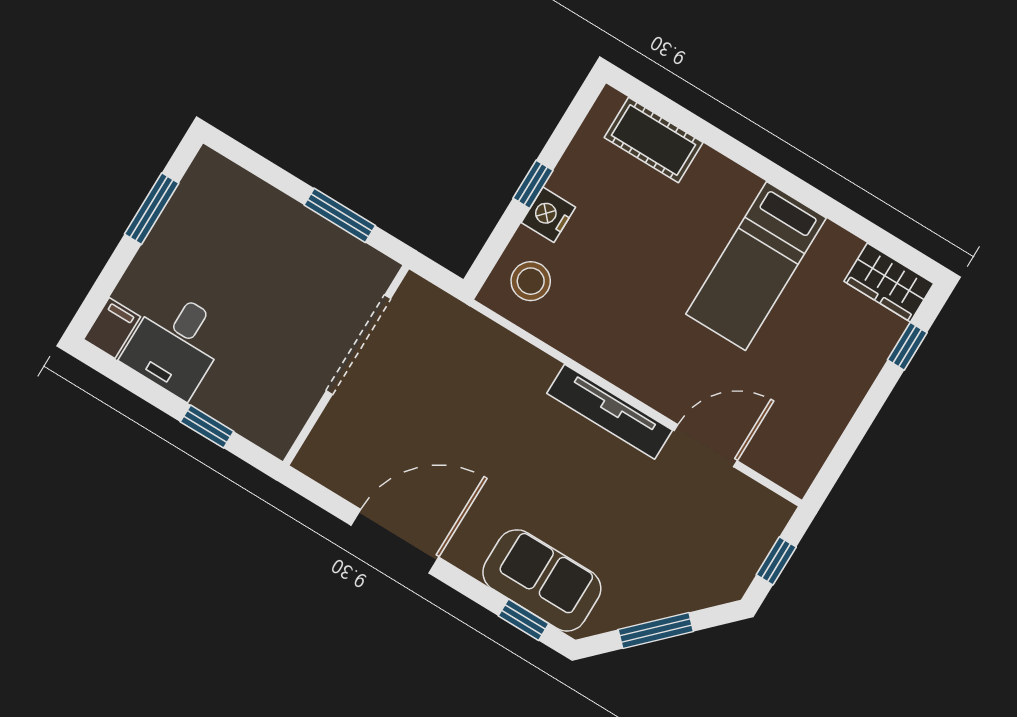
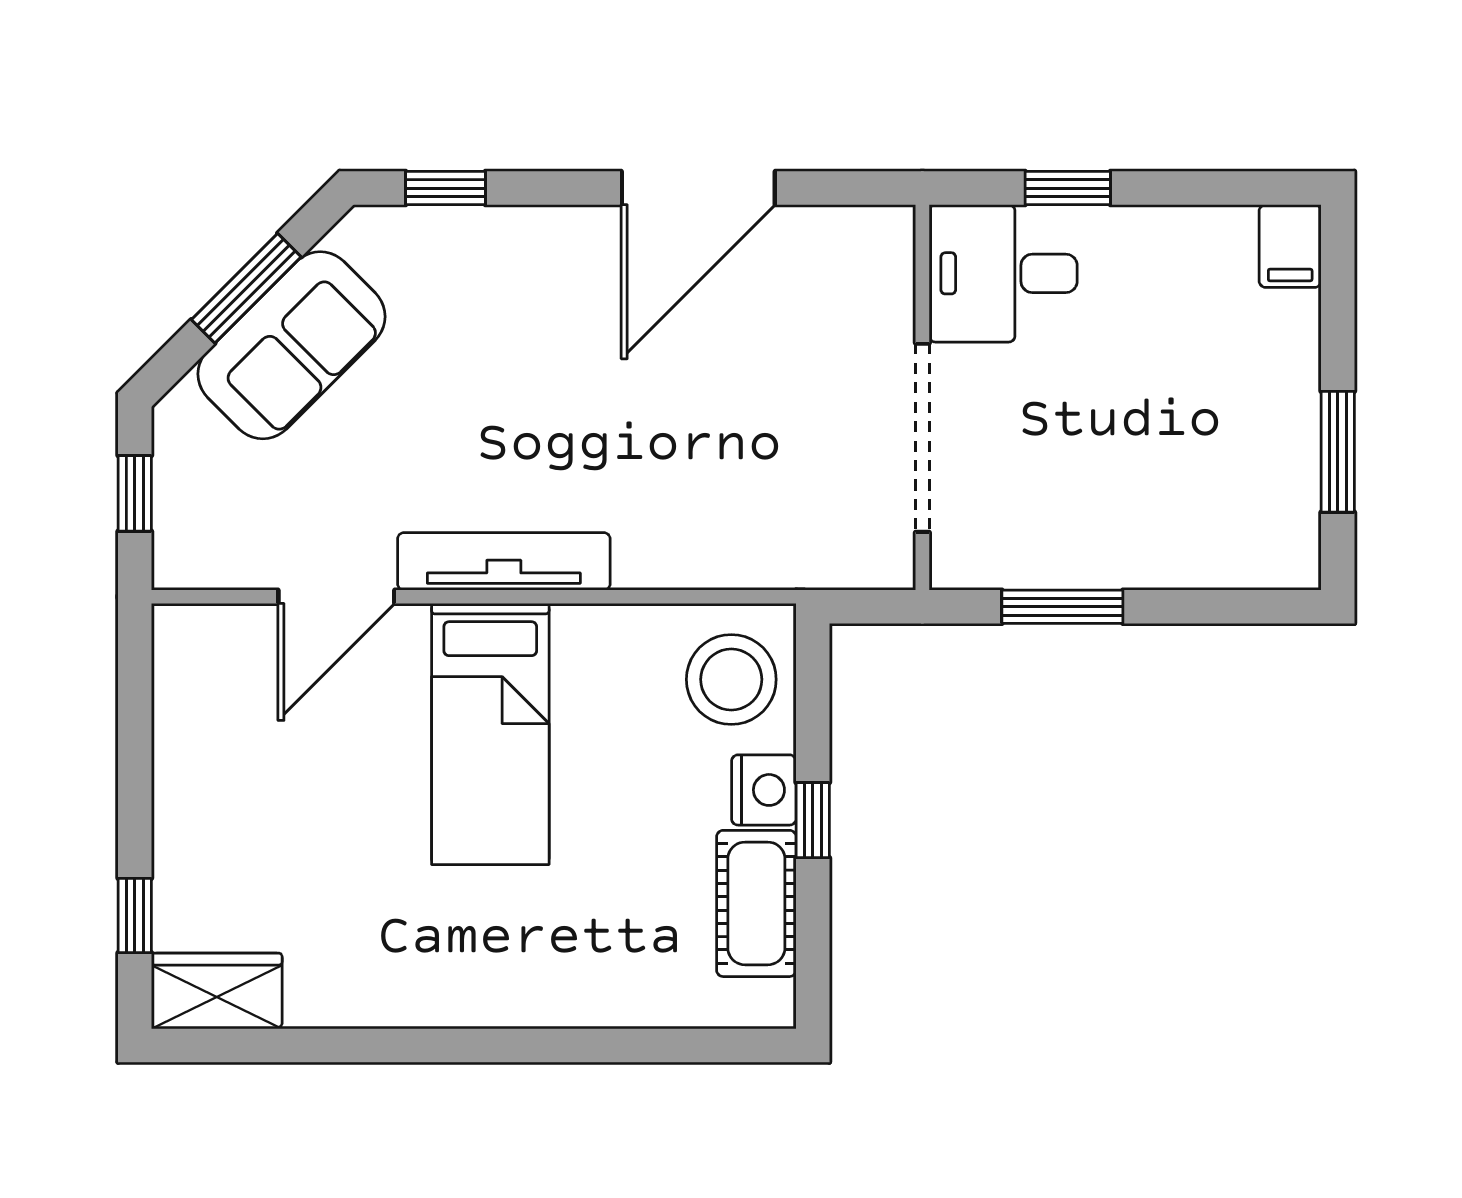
cot: (654, 140) -> (756, 903), moved, turned 90
bed: (756, 266) -> (490, 734), moved, turned 180
stool: (531, 281) -> (731, 679), width x1.38, depth x1.38
desk: (176, 344) -> (1003, 273), moved, turned -90
sofa: (542, 580) -> (291, 345), moved, turned -45

